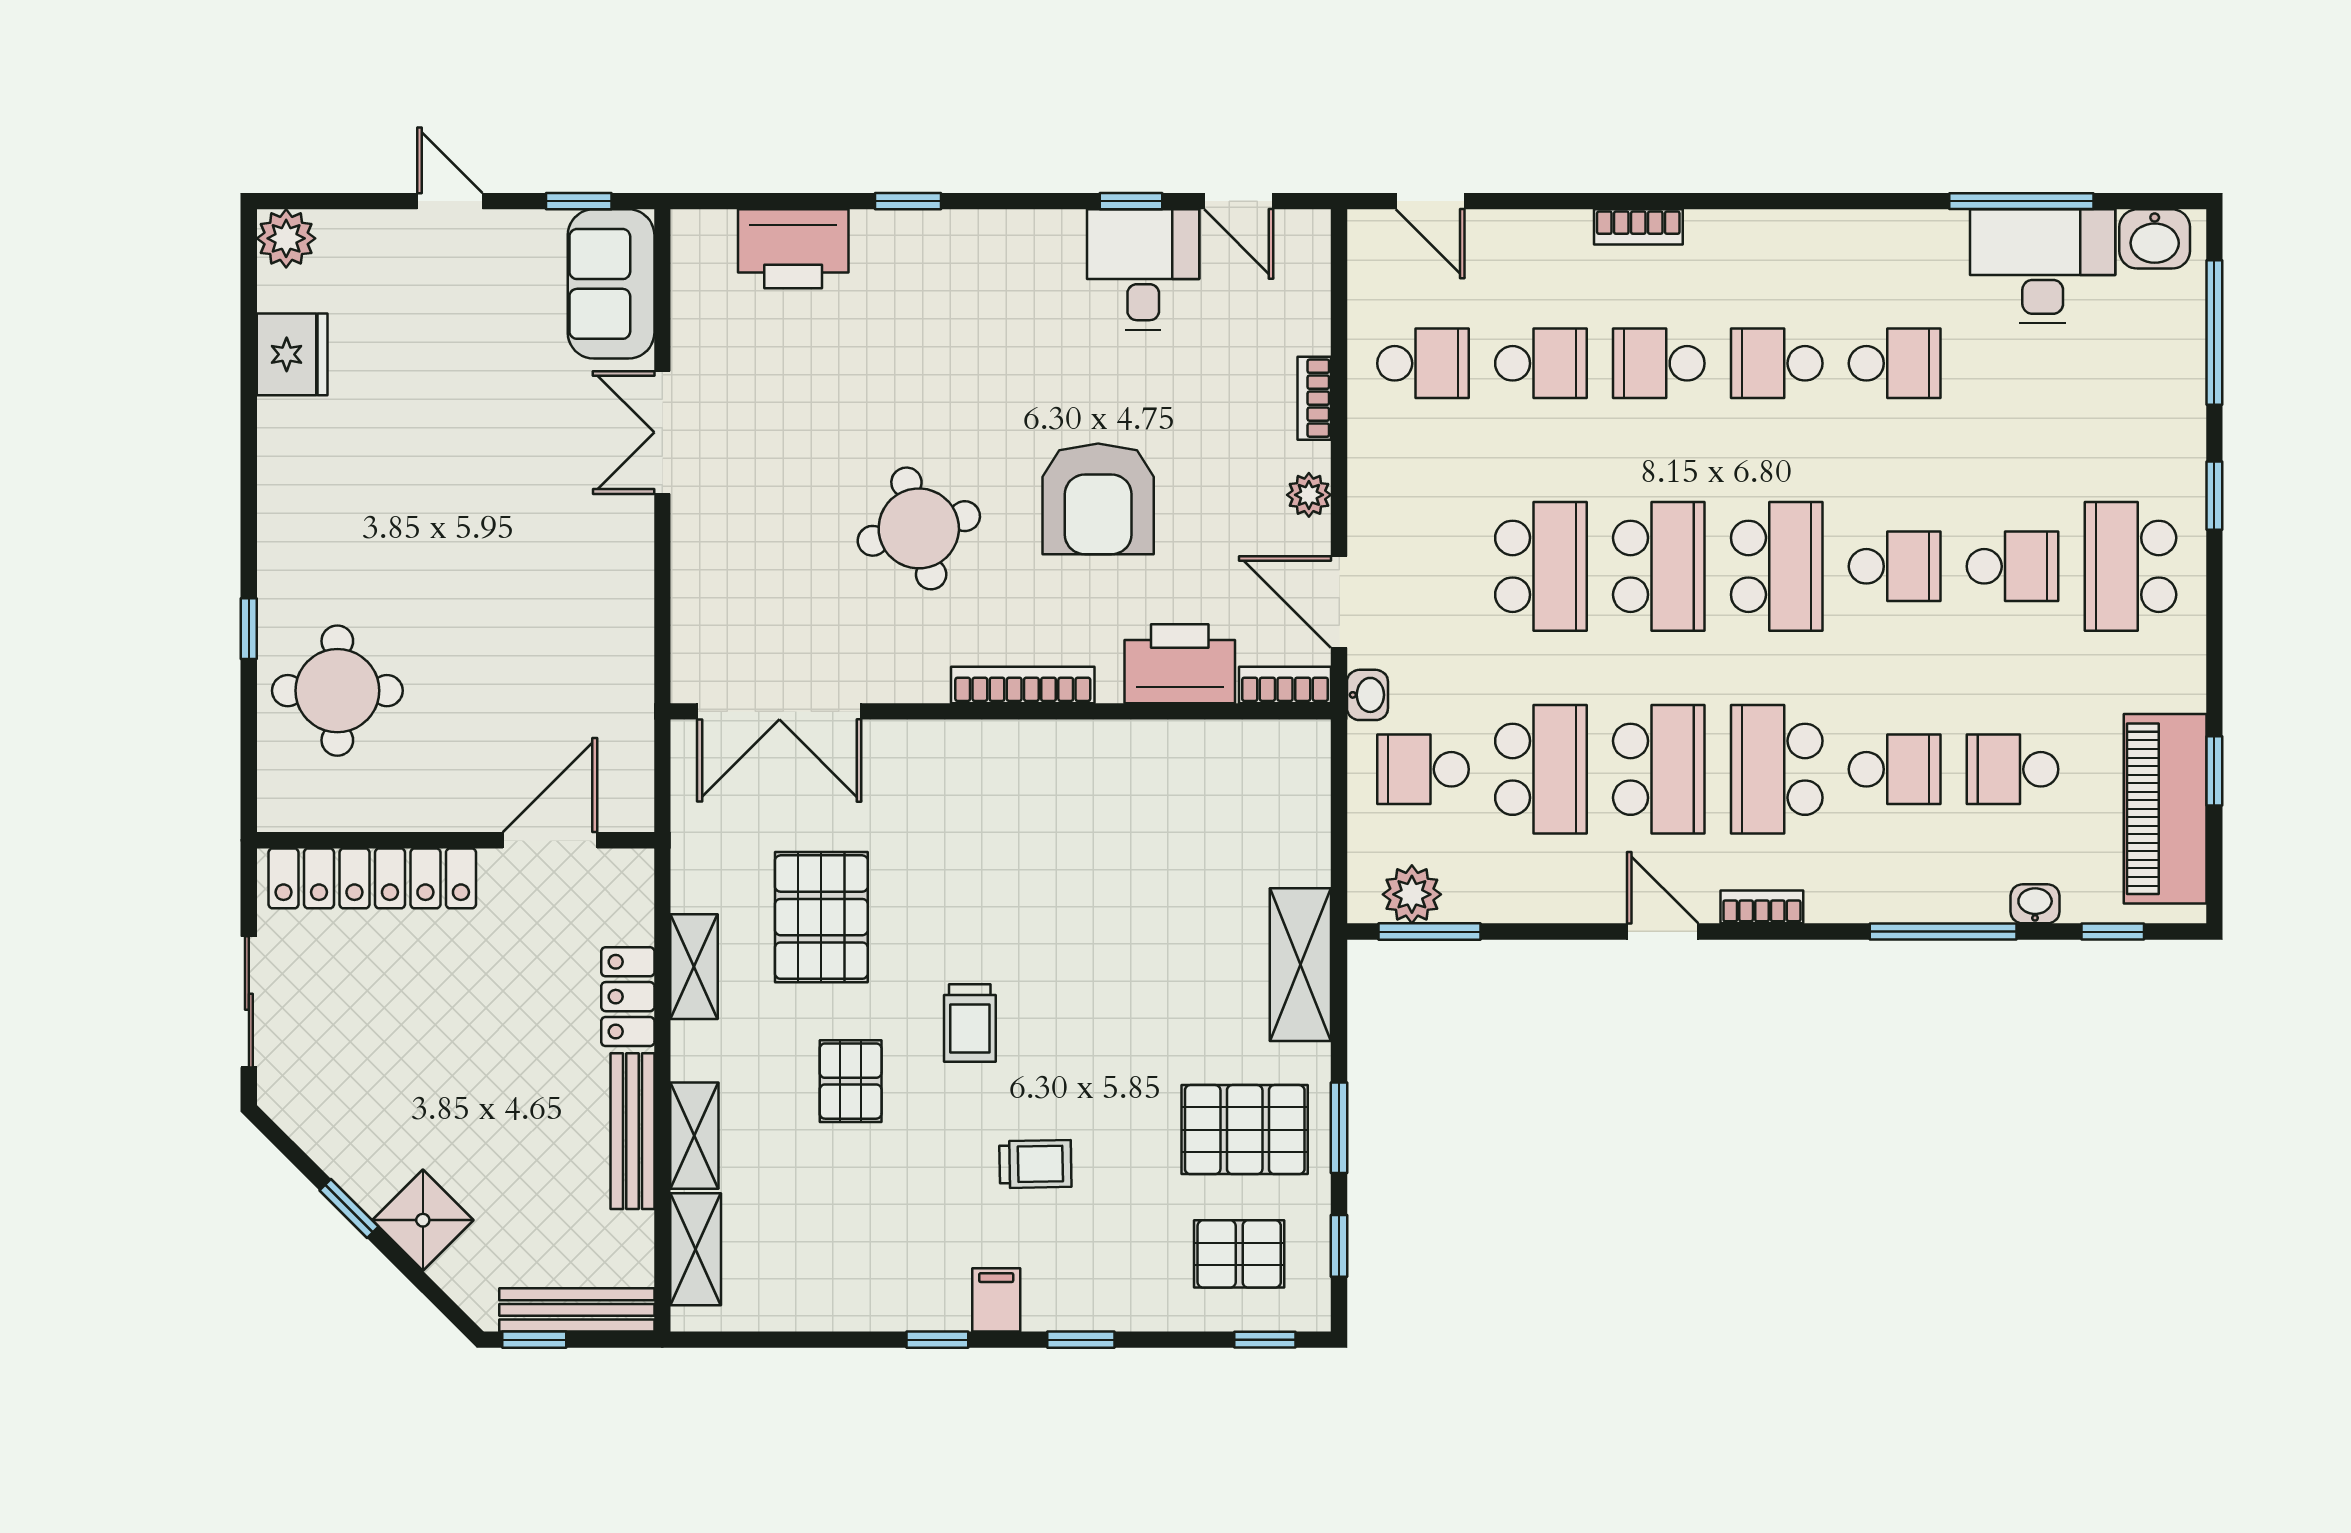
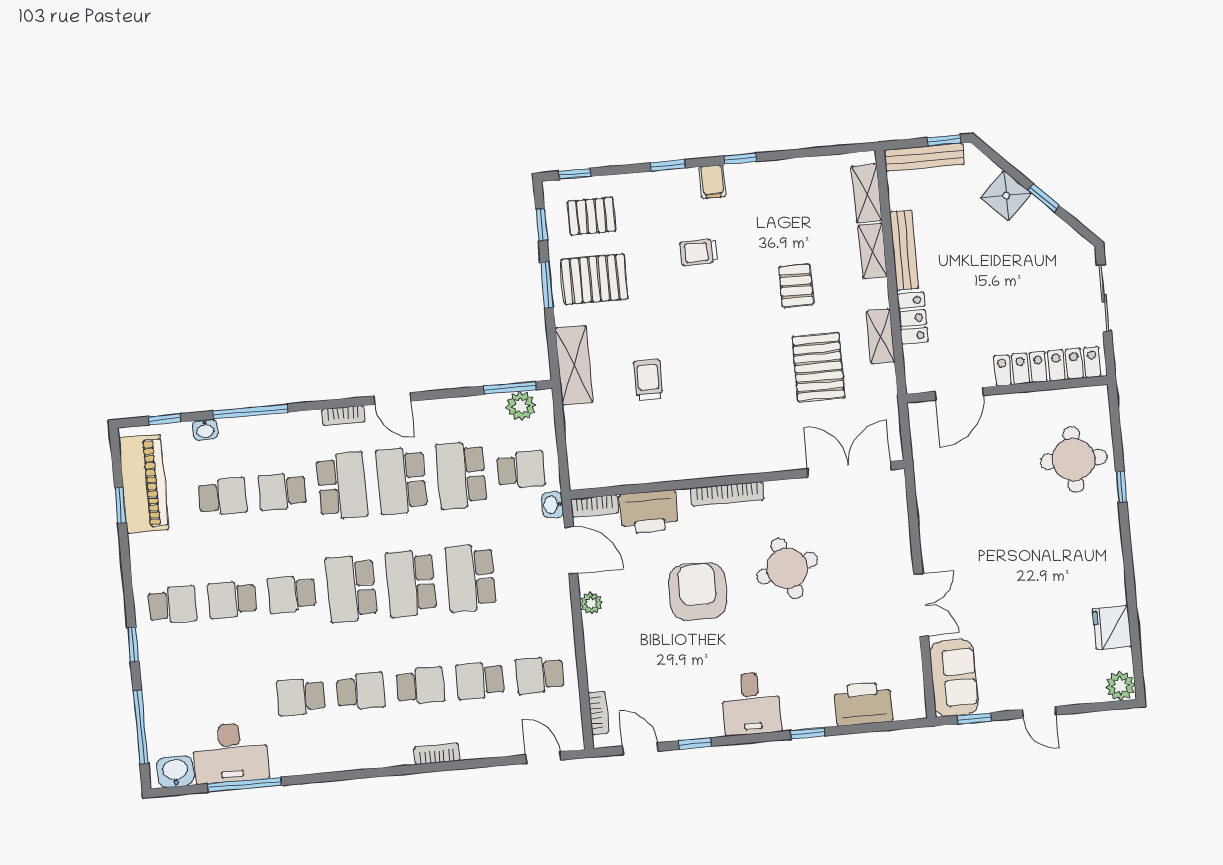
desk: (1143, 270) -> (751, 704), moved
bookcase: (1314, 398) -> (598, 713), moved
school desk: (2130, 566) -> (172, 605), width x0.54
trolley: (970, 1023) -> (648, 380), moved

